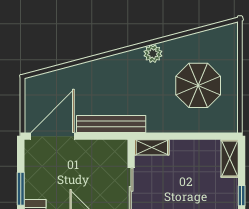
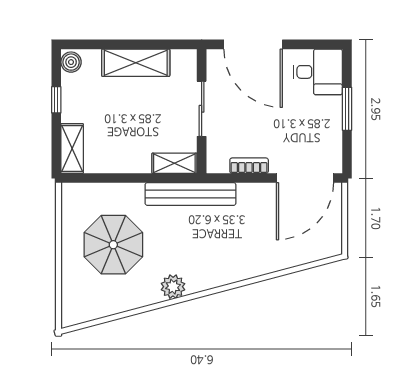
bench: (111, 124) -> (190, 194), moved
bookcase: (95, 146) -> (249, 166), added

